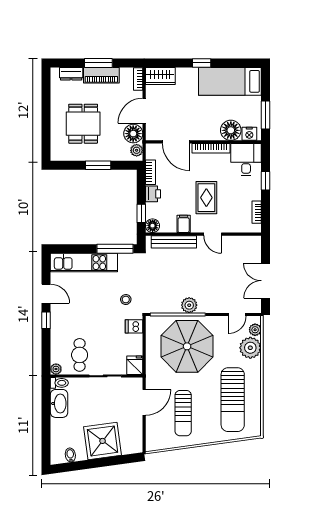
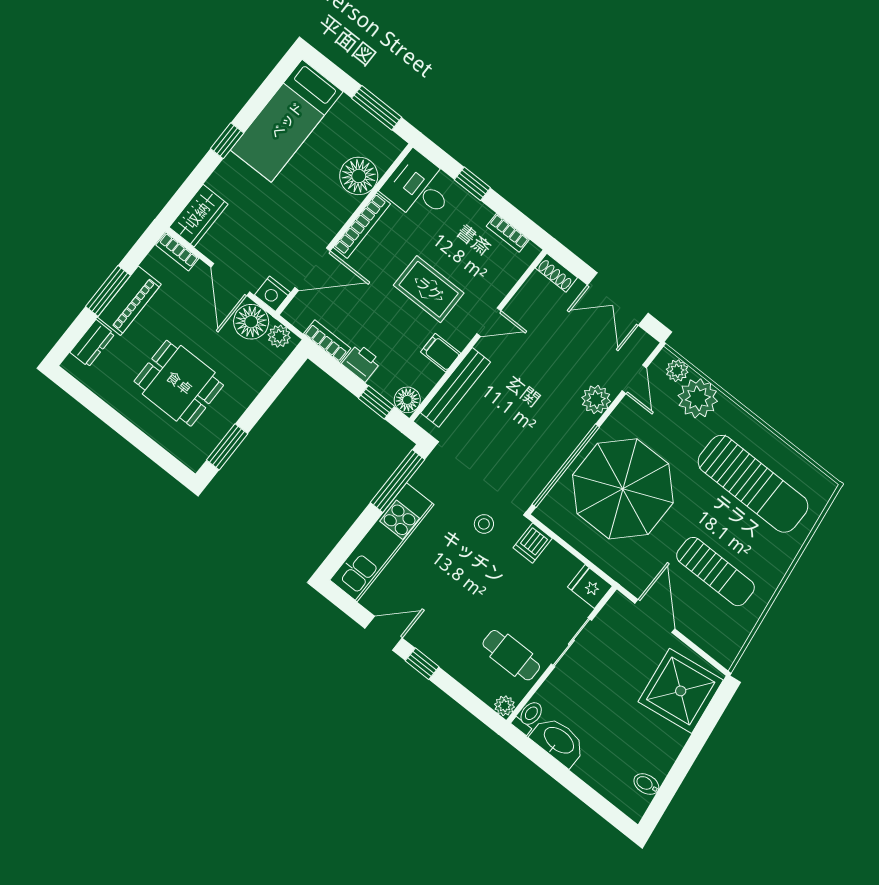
nightstand: (249, 134) -> (272, 294), moved, turned 90
window: (98, 165) -> (227, 447), moved
shoe rack: (256, 246) -> (556, 273), added
plant: (189, 305) -> (596, 399), moved
shower: (103, 441) -> (681, 691), moved

